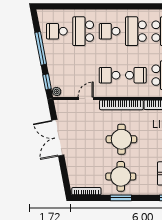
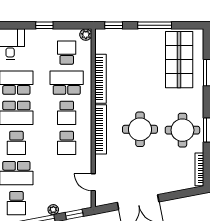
school desk: (136, 75) -> (67, 113), turned 180
plant: (57, 92) -> (53, 210), moved
door: (86, 98) -> (93, 182), moved

